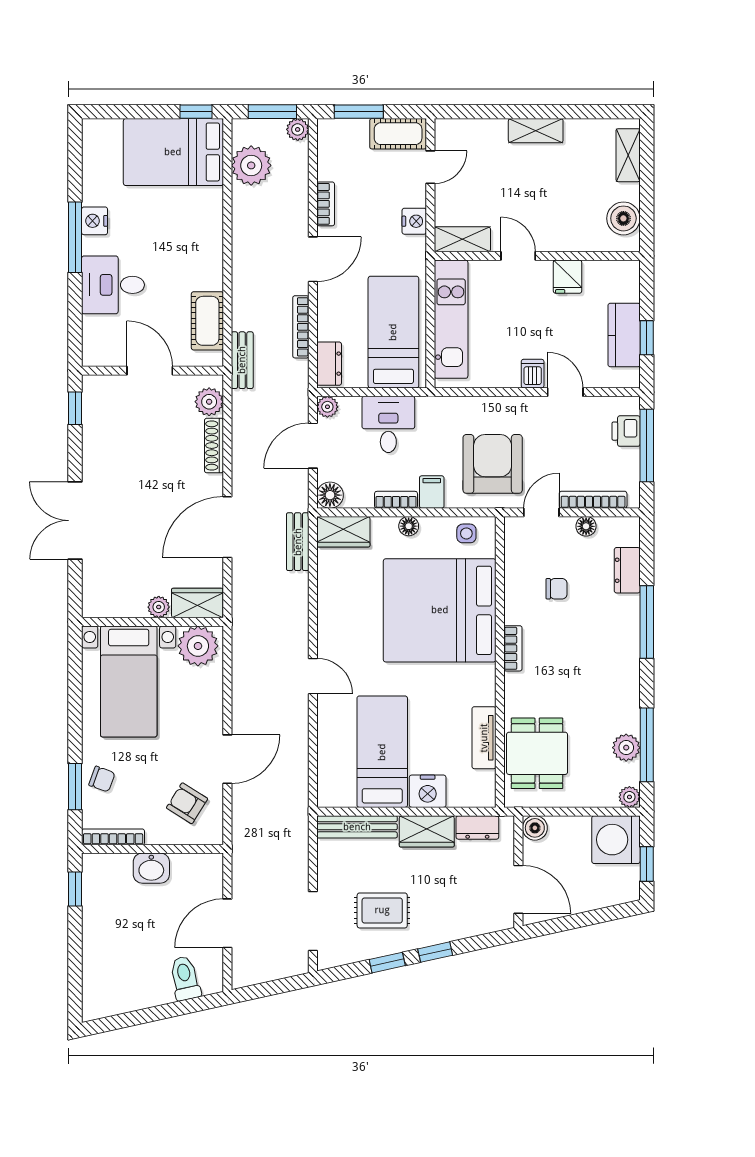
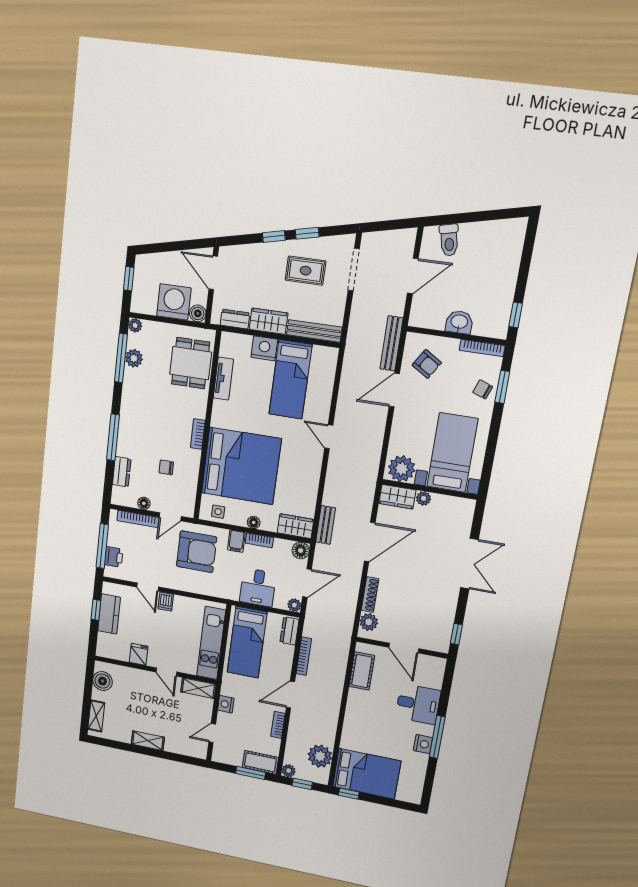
window: (272, 112) -> (302, 784), width x0.67
cot: (398, 134) -> (260, 762), moved
bench: (242, 360) -> (391, 343), moved, width x1.36
armchair: (493, 464) -> (197, 552), turned -90
washing machine: (616, 840) -> (174, 302), moved, turned -90

